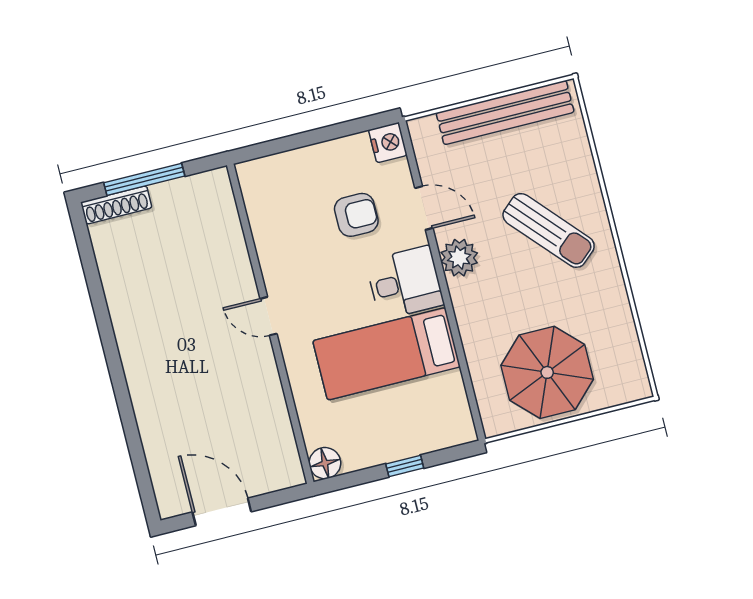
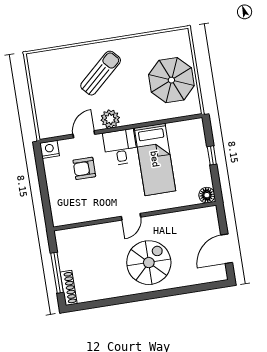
bench: (505, 113) -> (40, 90), removed
armchair: (356, 215) -> (84, 168), turned -90
spiral stairs: (181, 360) -> (149, 263), added

